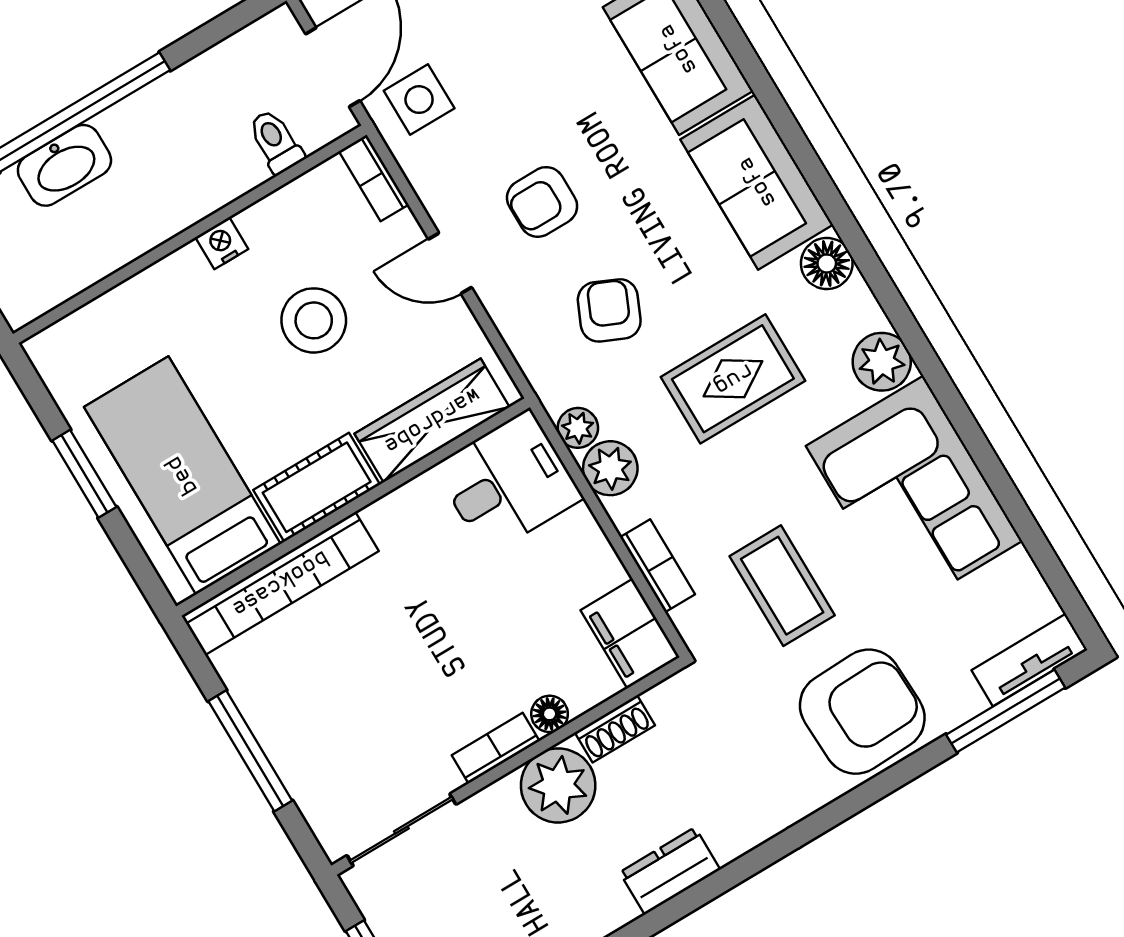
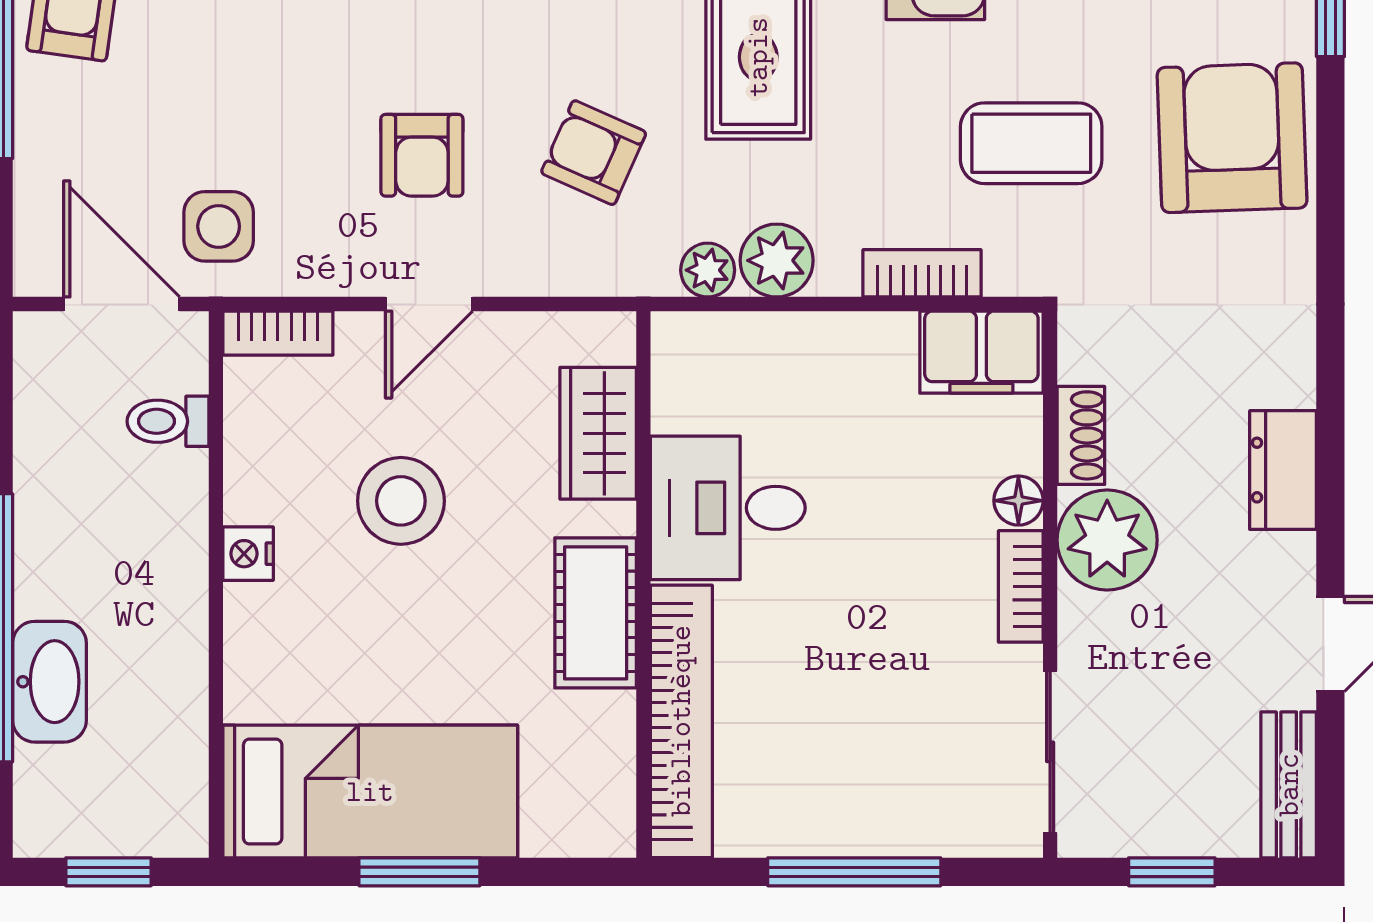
wardrobe: (432, 420) -> (598, 433), width x0.67
bed: (182, 475) -> (370, 792), moved, turned 180
desk: (508, 482) -> (728, 508), moved, turned -90

